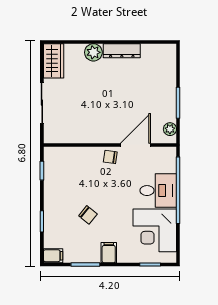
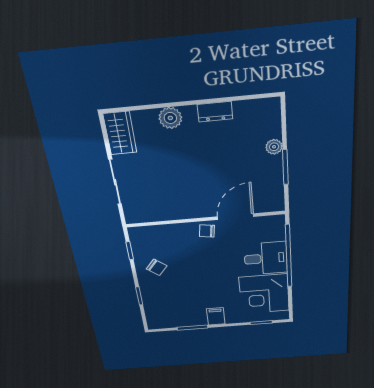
dresser: (122, 51) -> (215, 112), width x0.70
plant: (170, 129) -> (274, 147), moved
chair: (88, 215) -> (157, 267), moved
filing cabinet: (53, 256) -> (157, 323), removed

